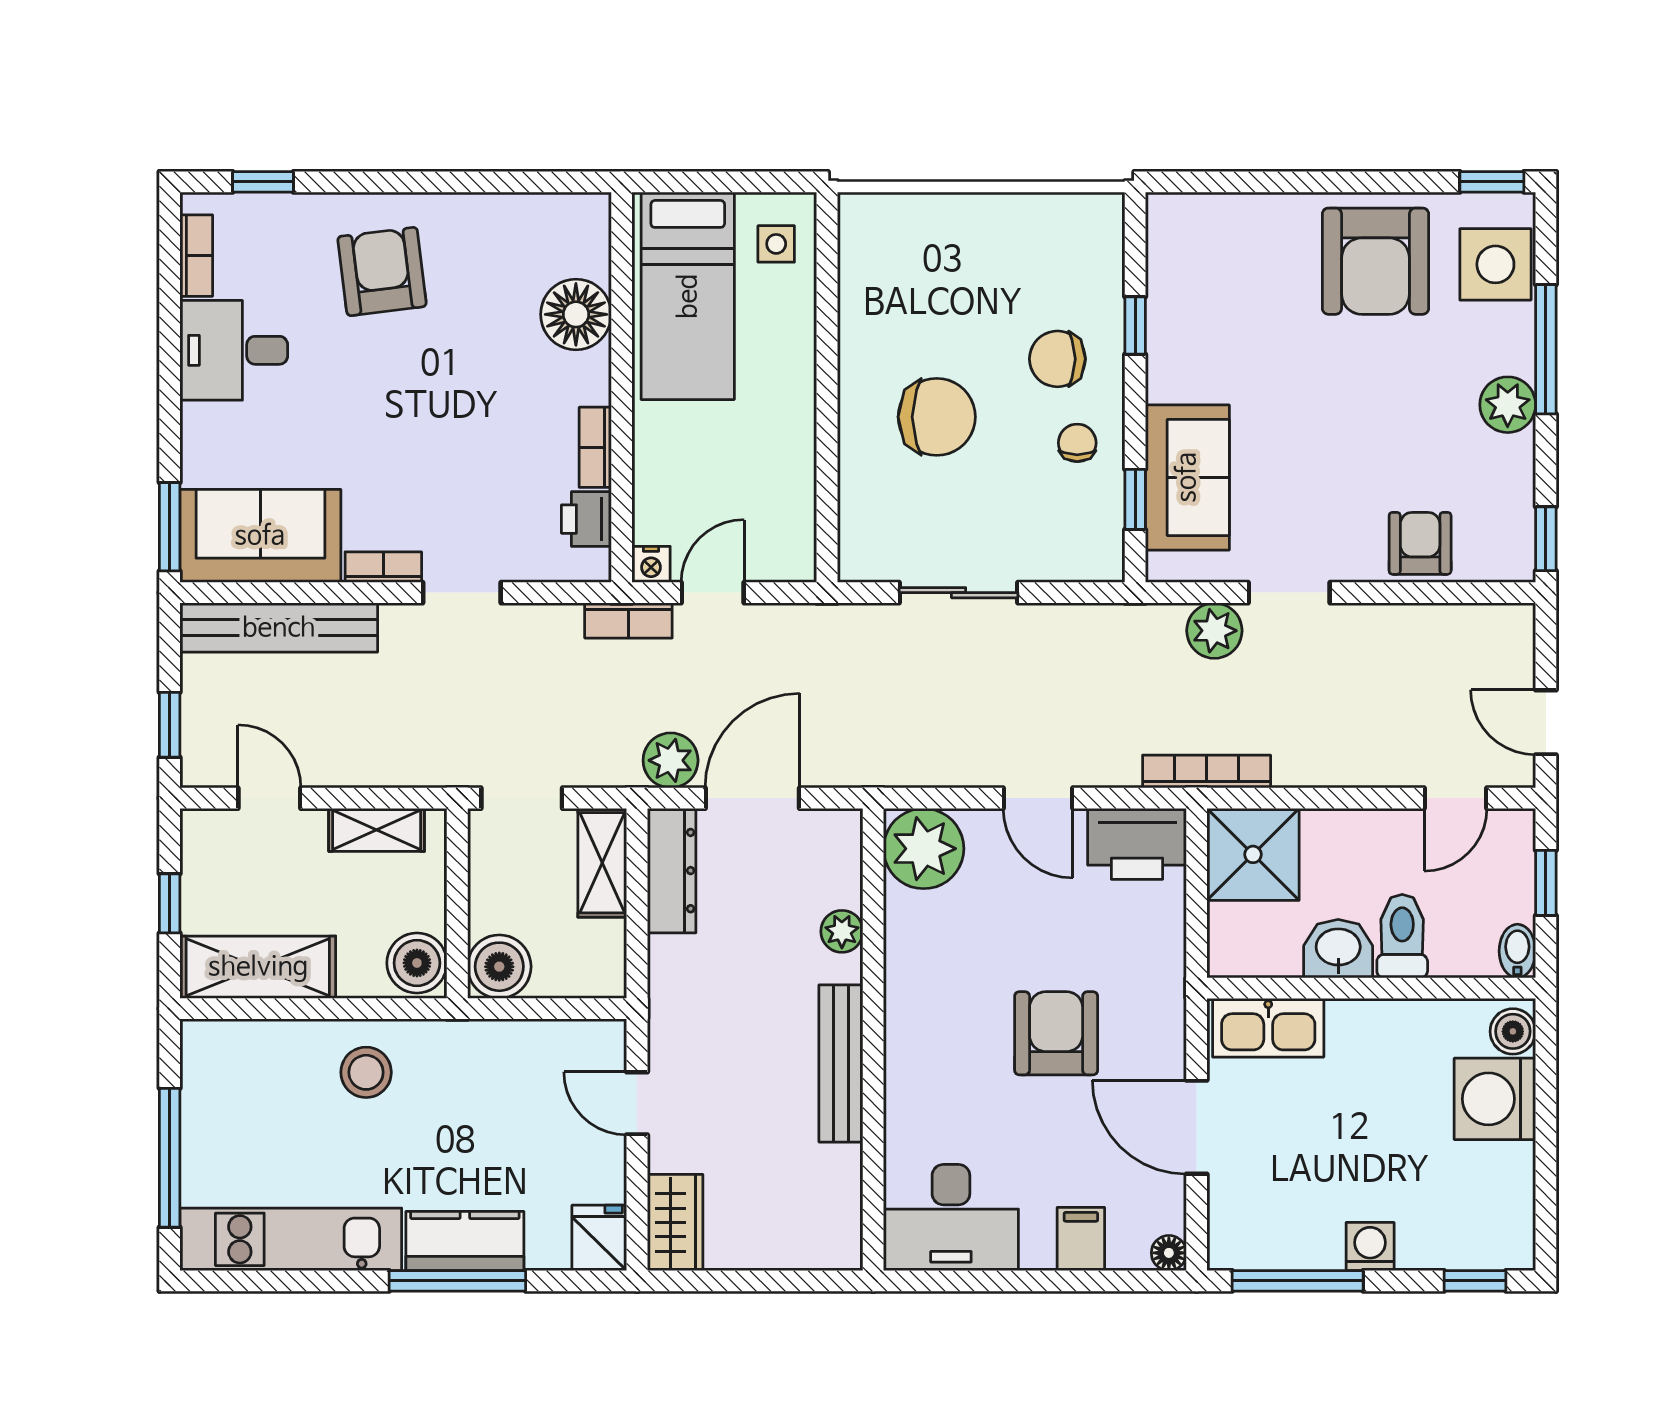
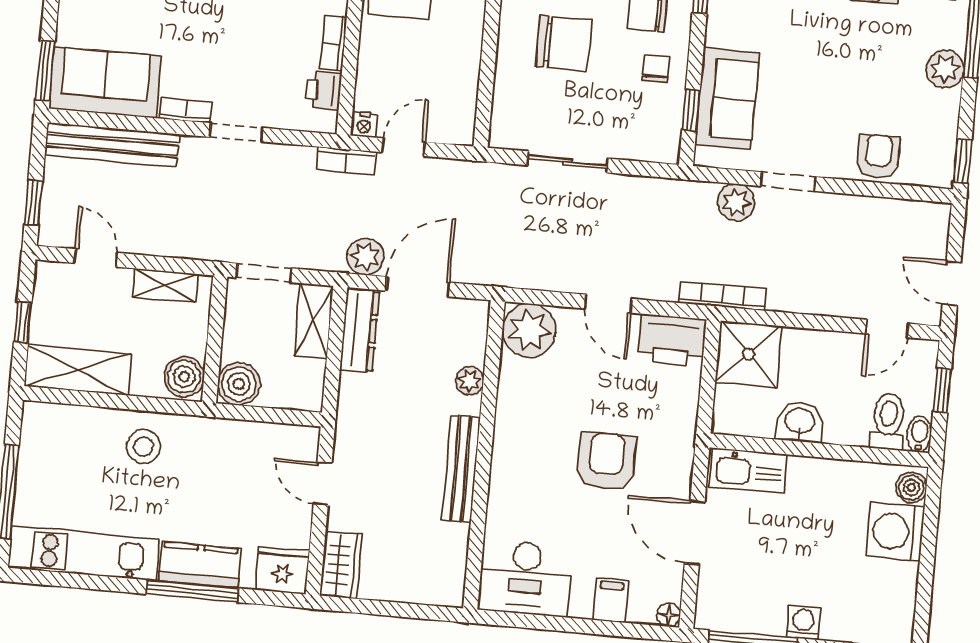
toilet: (1402, 936) -> (888, 421), moved
fridge: (599, 1238) -> (282, 570), width x1.38

